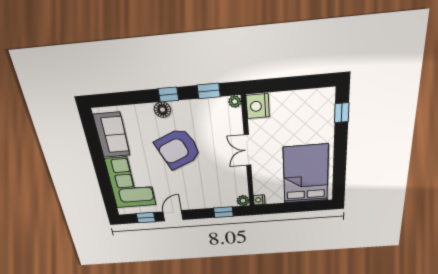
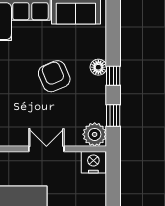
plant: (235, 102) -> (95, 134), width x1.88, depth x1.88
armchair: (178, 149) -> (54, 76), width x0.73, depth x0.73

